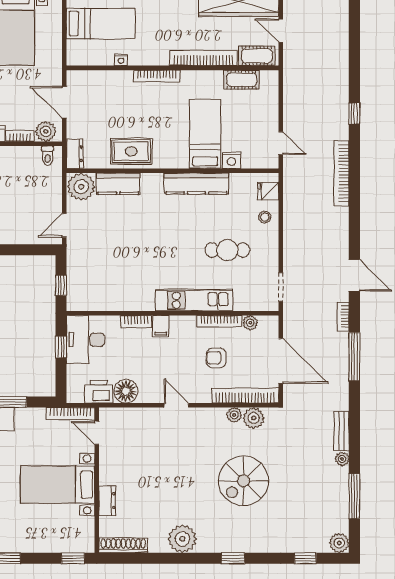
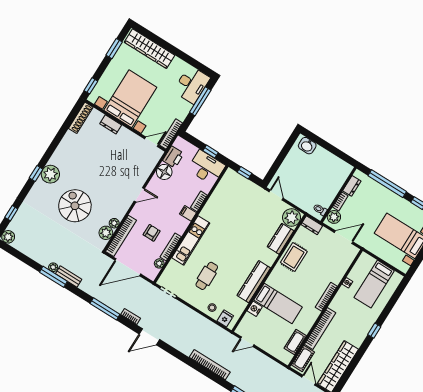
door: (281, 31) -> (309, 380), hinge flipped
bed with nightstands: (58, 484) -> (130, 99), width x1.36
window: (354, 496) -> (53, 277), moved
plant: (182, 539) -> (50, 174), moved

